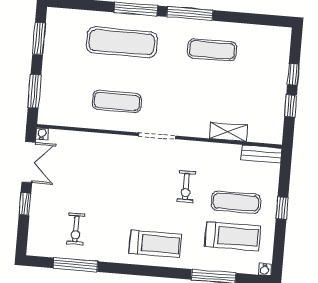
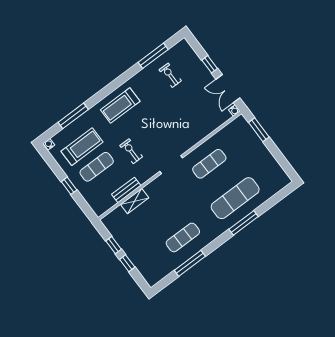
window: (190, 14) -> (190, 263), moved
window: (39, 39) -> (282, 160), removed
bench: (261, 154) -> (126, 190), moved
treadmill: (233, 236) -> (82, 147), turned 180

